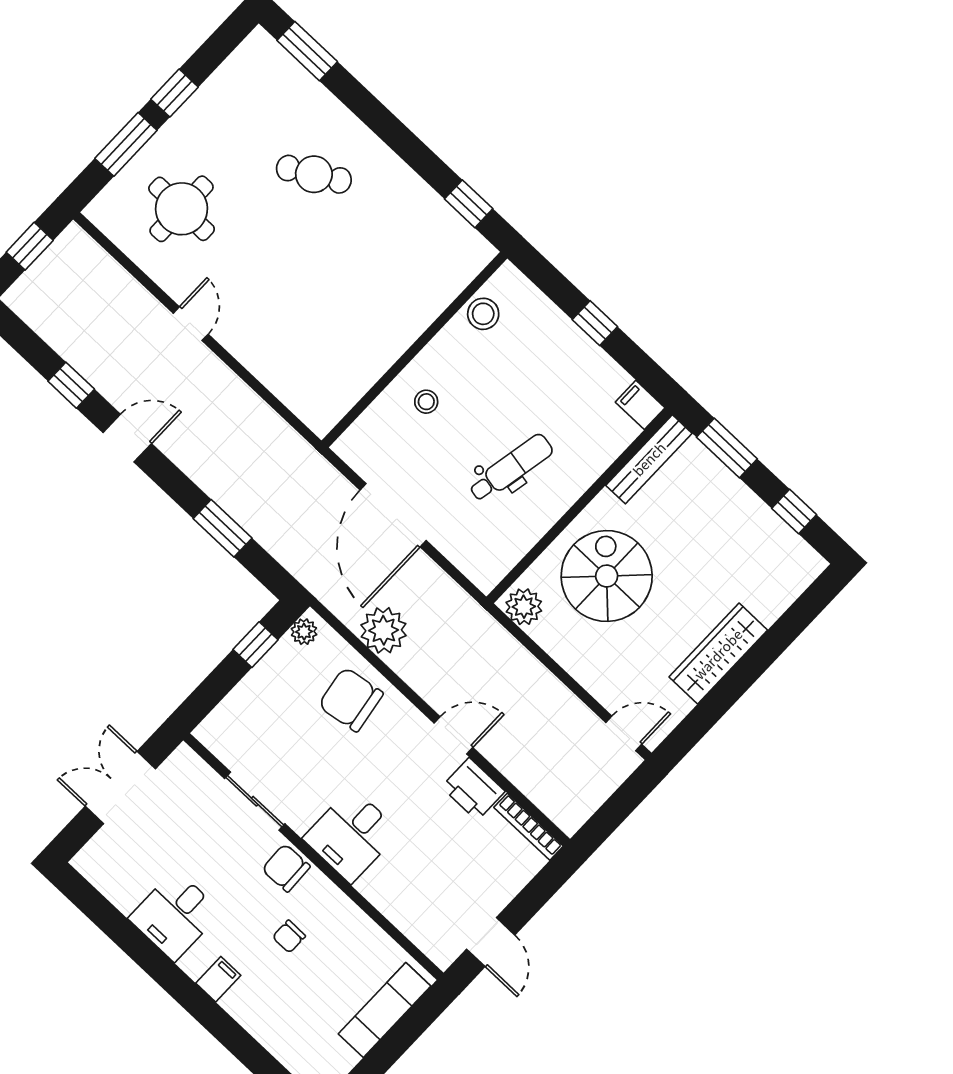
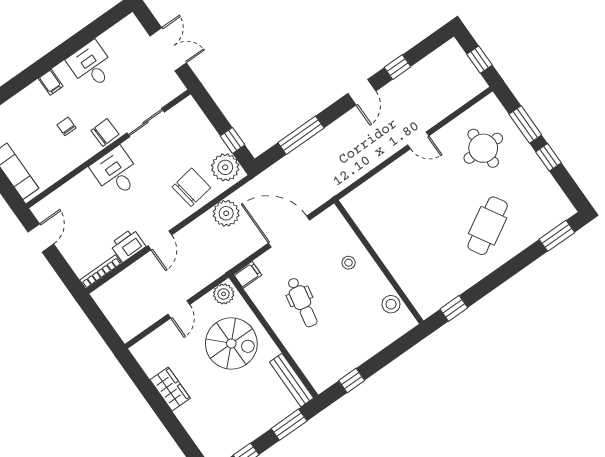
cafe table: (314, 174) -> (488, 226), width x1.37, depth x1.35
window: (595, 323) -> (352, 381), moved
filing cabinet: (640, 405) -> (248, 275), moved
window: (223, 528) -> (301, 135), width x1.44
plant: (304, 632) -> (225, 167), width x1.88, depth x1.88
wardrobe: (718, 654) -> (170, 389), width x0.67
door: (624, 733) -> (179, 309), moved
door: (491, 942) -> (41, 238), swing flipped

